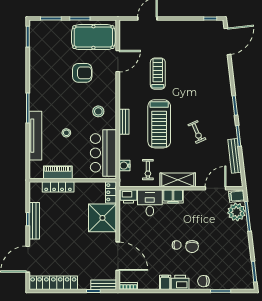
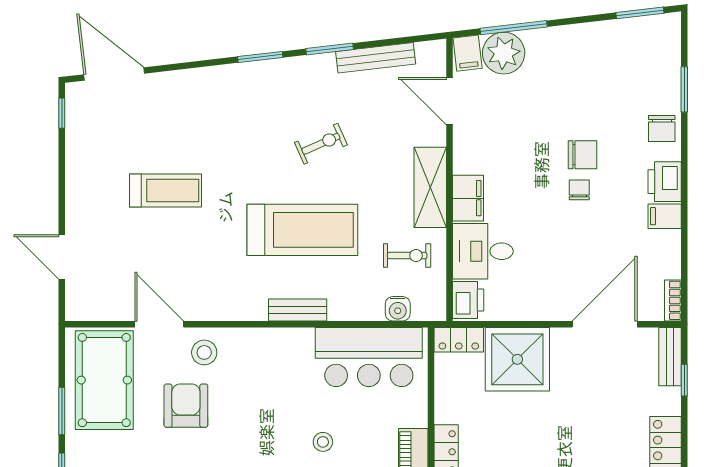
treadmill: (158, 74) -> (165, 190), moved, turned 180
stool: (98, 111) -> (204, 352), moved

